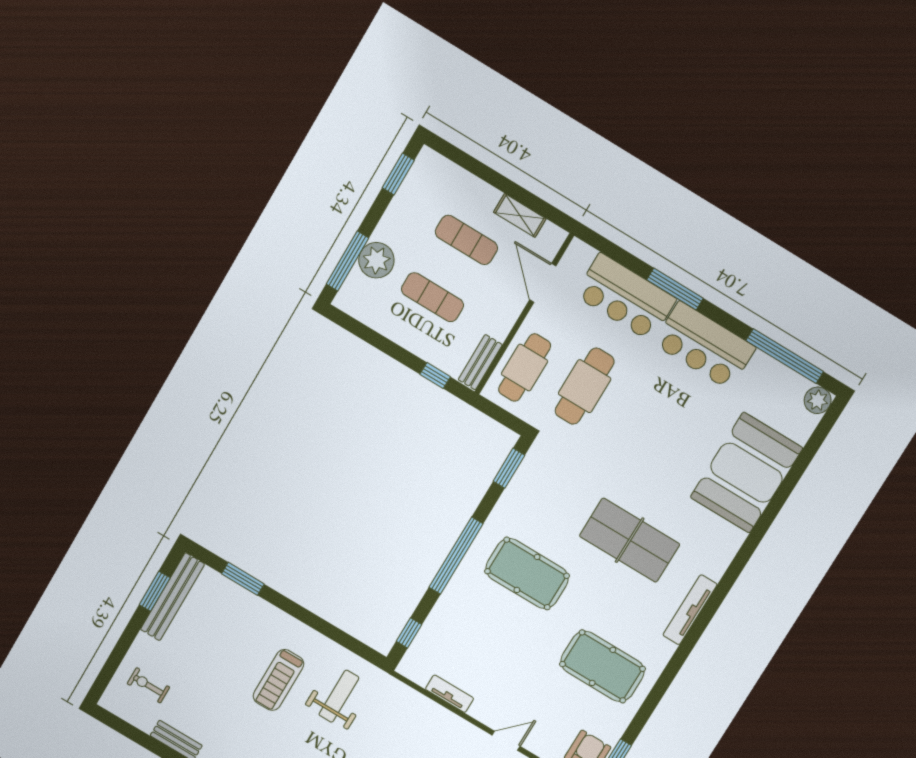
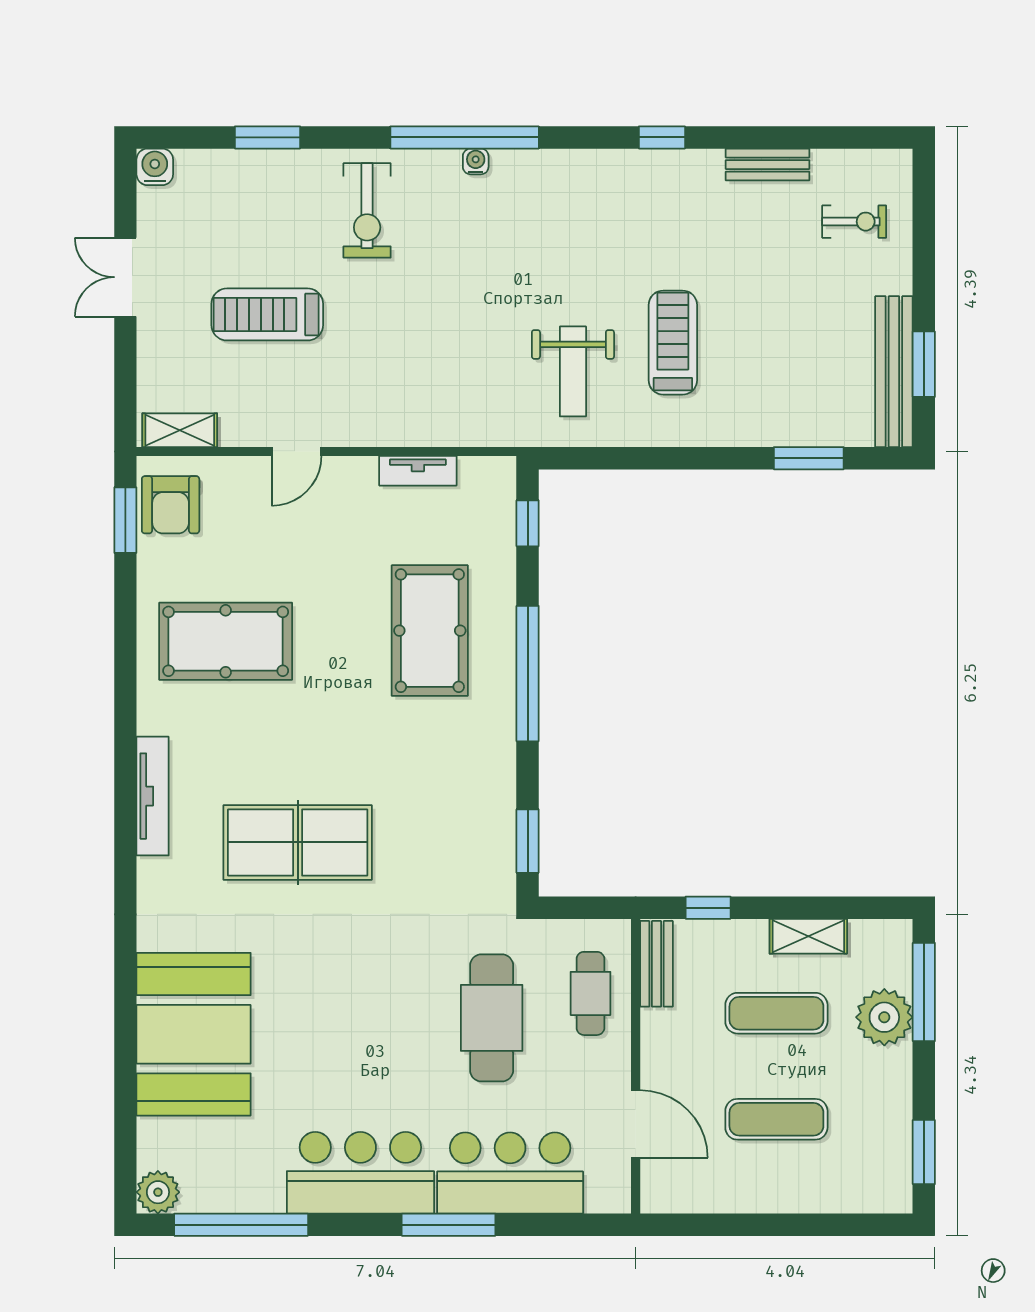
shelving: (520, 215) -> (808, 936), moved
cafe table: (525, 368) -> (590, 993), width x0.73, depth x0.74
pool table: (527, 573) -> (430, 631), moved, turned 90

